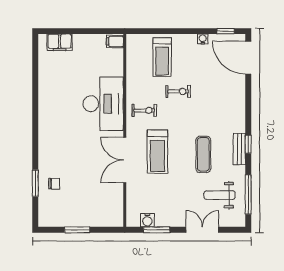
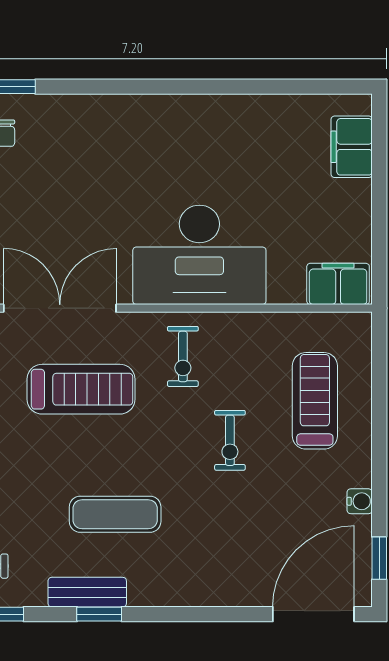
filing cabinet: (115, 41) -> (338, 284), width x2.00
treadmill: (162, 57) -> (315, 401), turned 90
treadmill: (157, 152) -> (81, 389), turned 180
exercise mat: (203, 154) -> (115, 514), moved

